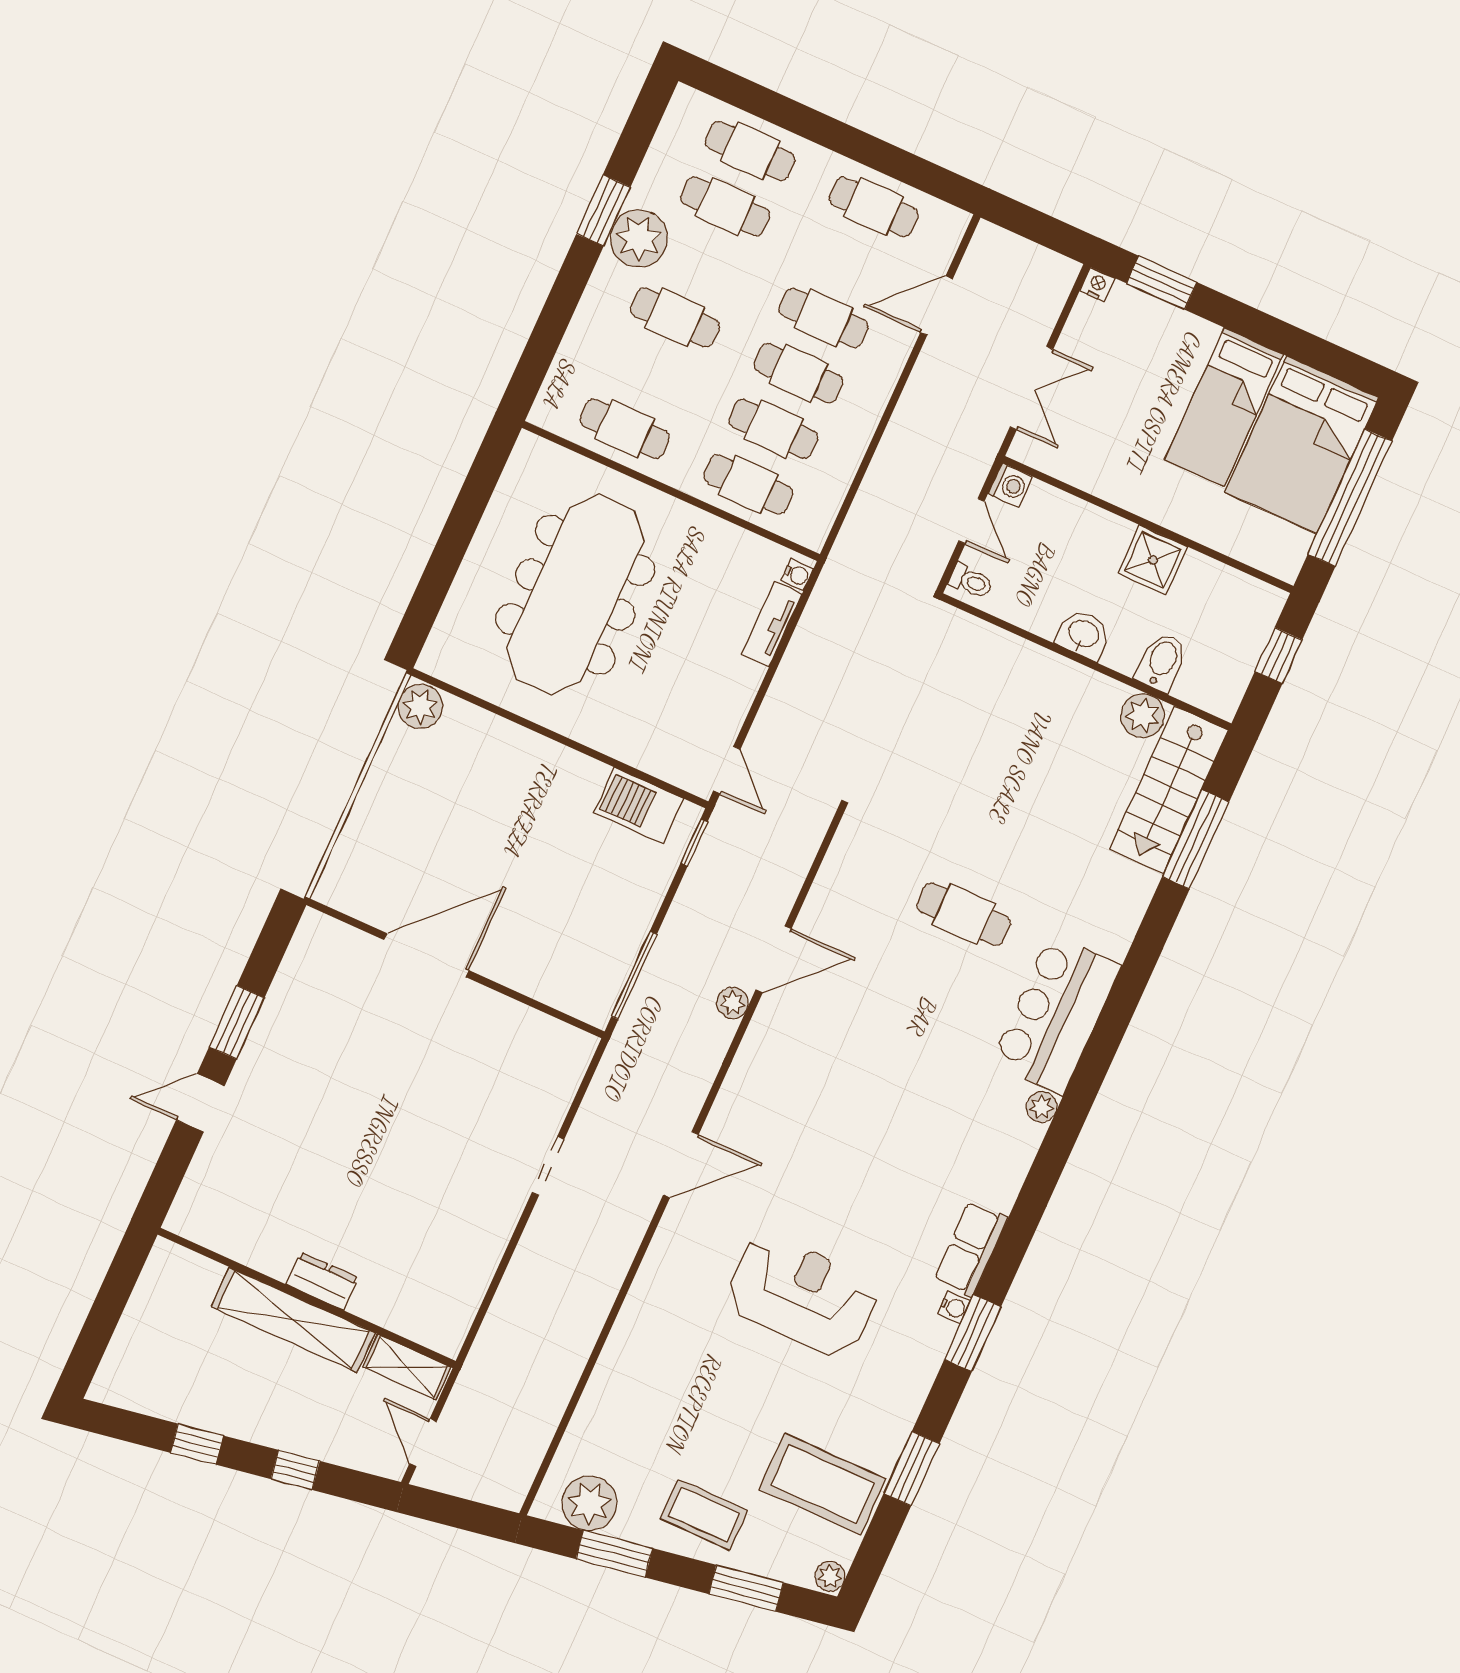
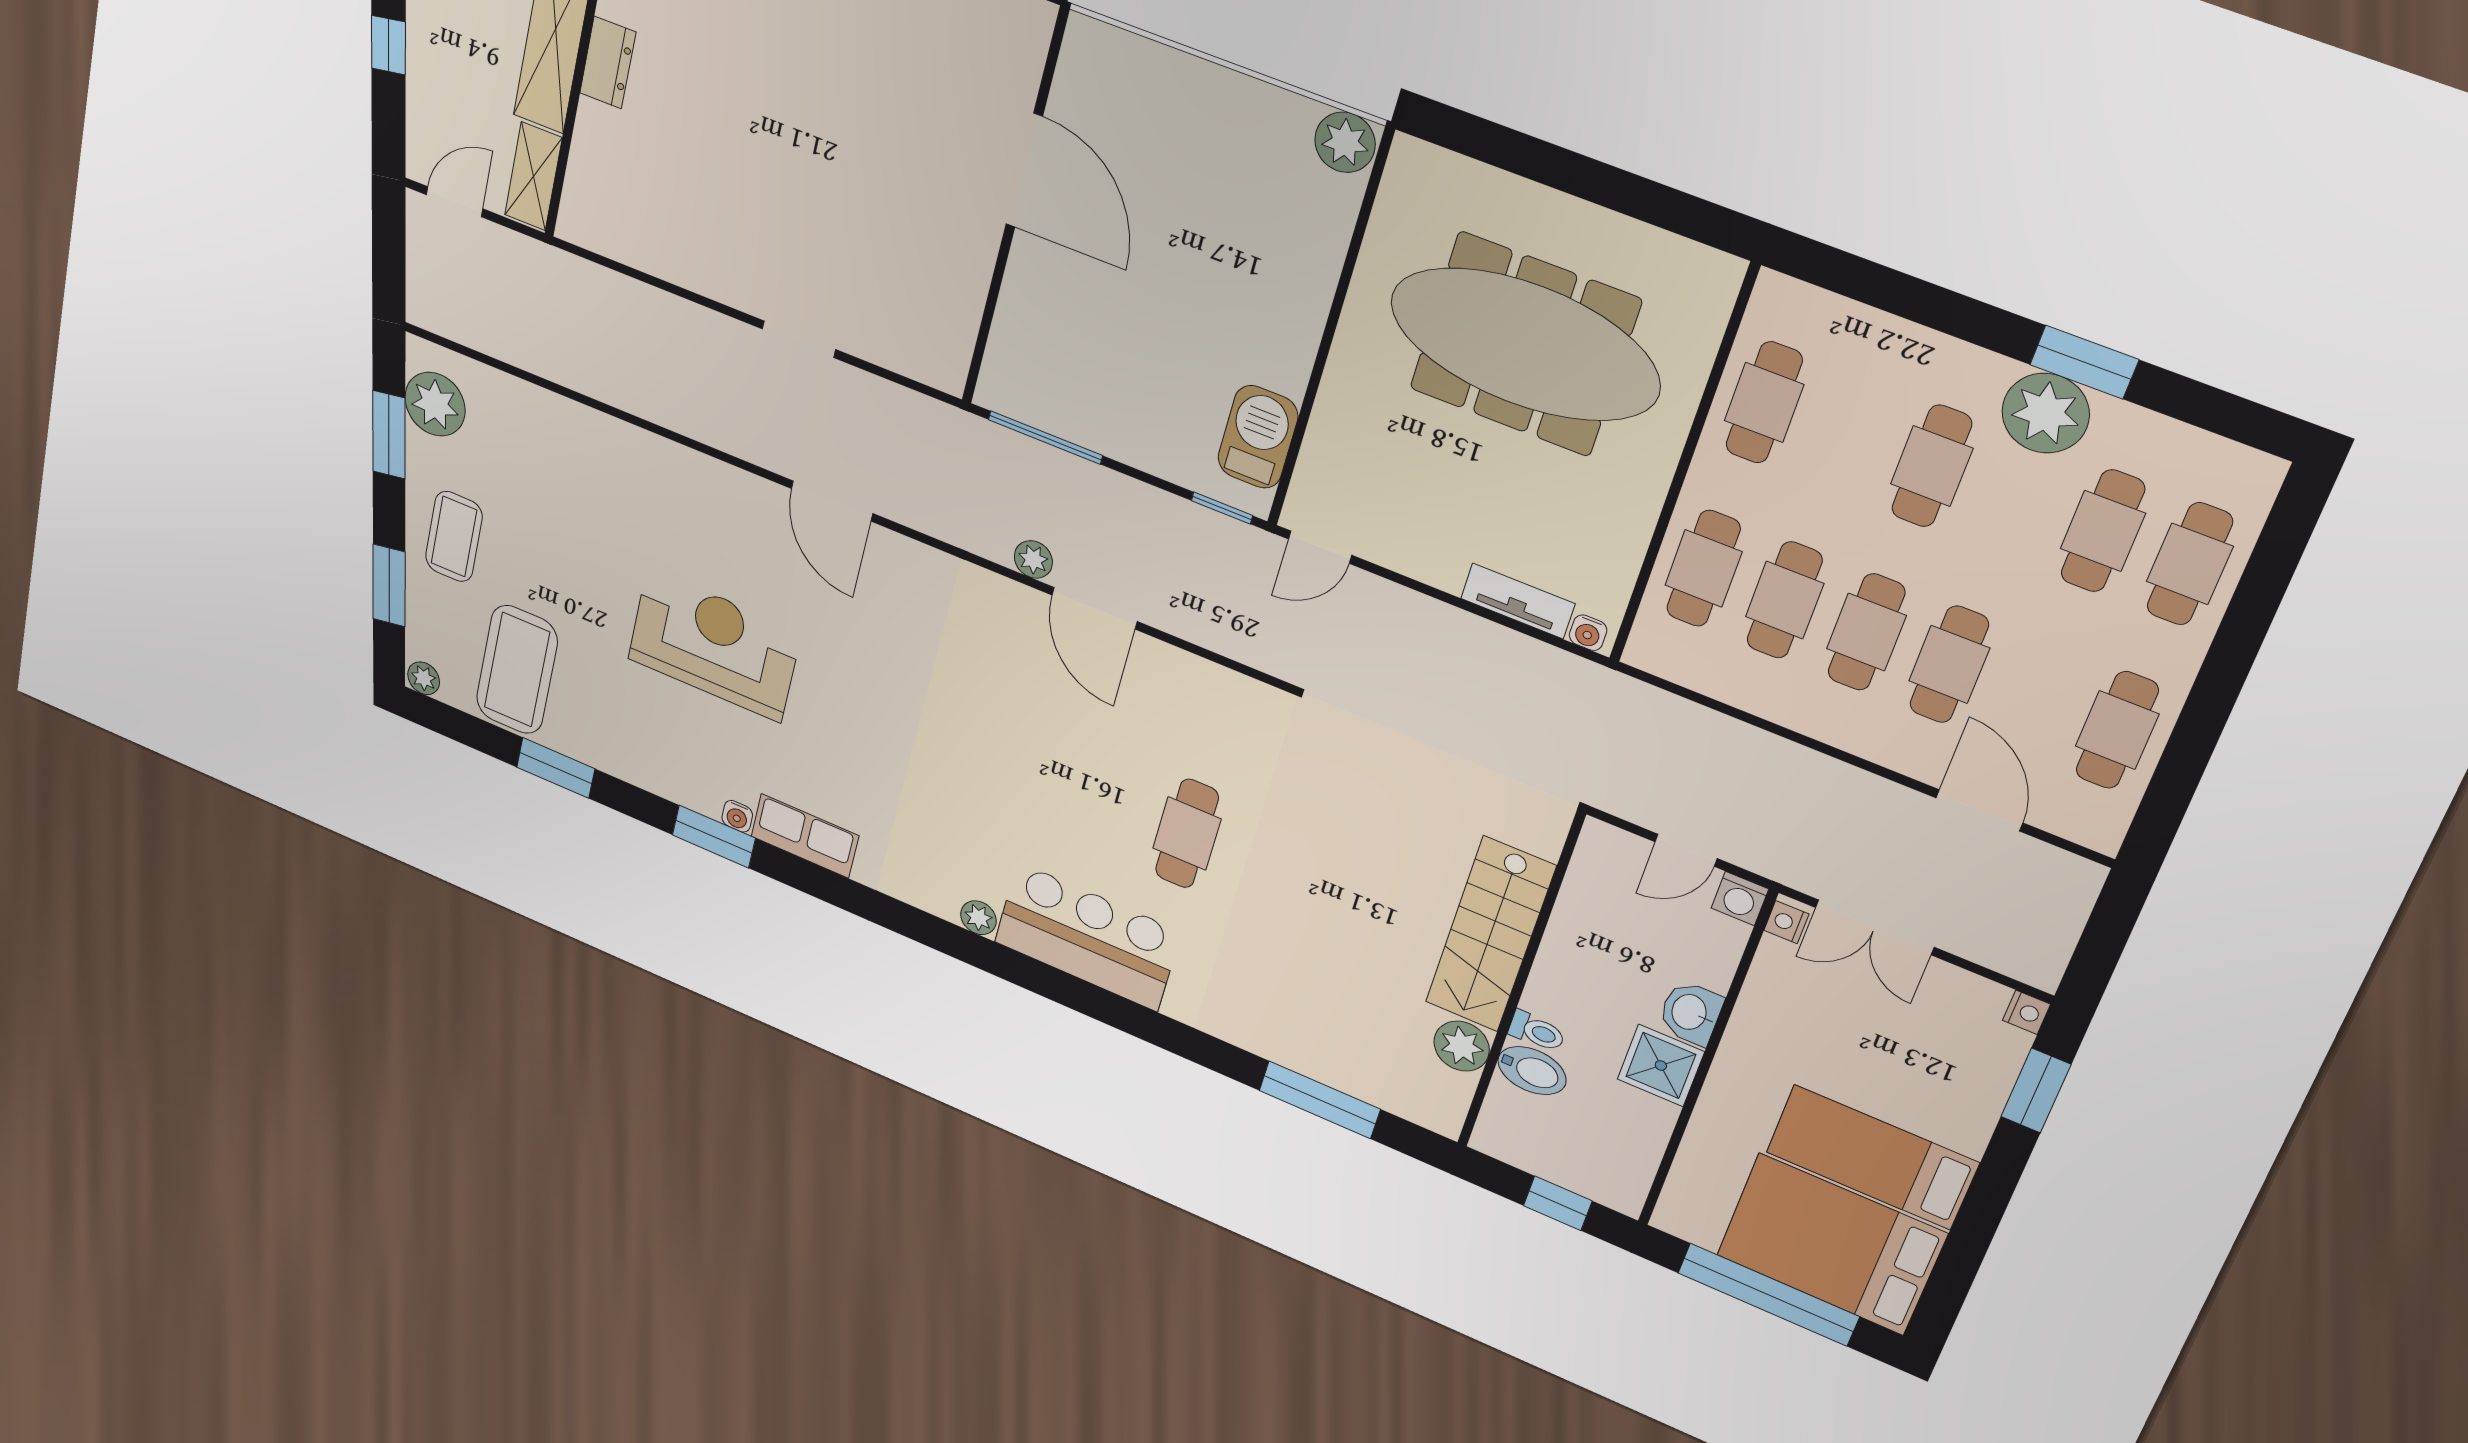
nightstand: (1029, 453) -> (1786, 922), added
toilet: (971, 581) -> (1537, 1031), moved, turned -90
washbasin: (1083, 634) -> (1691, 1013), moved, turned 180
stairs: (1169, 790) -> (1490, 934), moved, turned -90
reception desk: (802, 1295) -> (714, 645), turned -90

